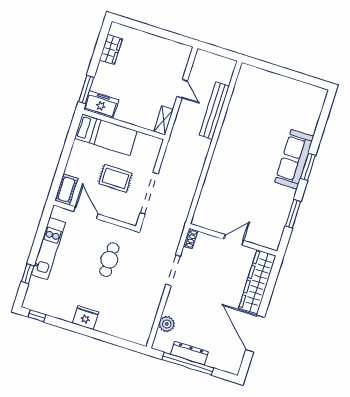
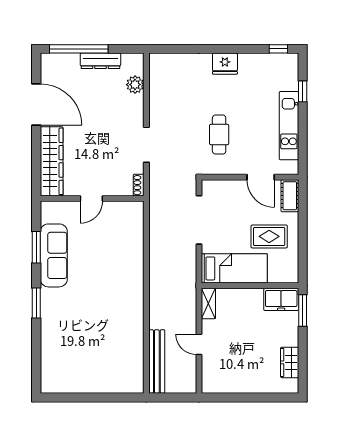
bench: (214, 111) -> (157, 361), moved
bed: (106, 135) -> (234, 268), moved, turned 180
sofa: (294, 159) -> (54, 255), moved
rug: (115, 178) -> (269, 236), moved
window: (188, 364) -> (79, 49), moved

